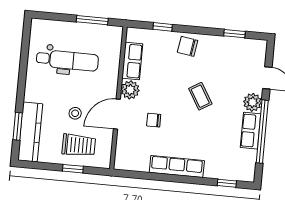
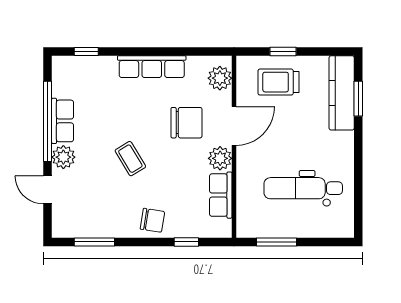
window: (235, 34) -> (94, 242), width x1.50
stool: (75, 113) -> (287, 122), removed
chair: (154, 120) -> (186, 123), width x1.87, depth x1.87
plant: (124, 153) -> (220, 78), added

